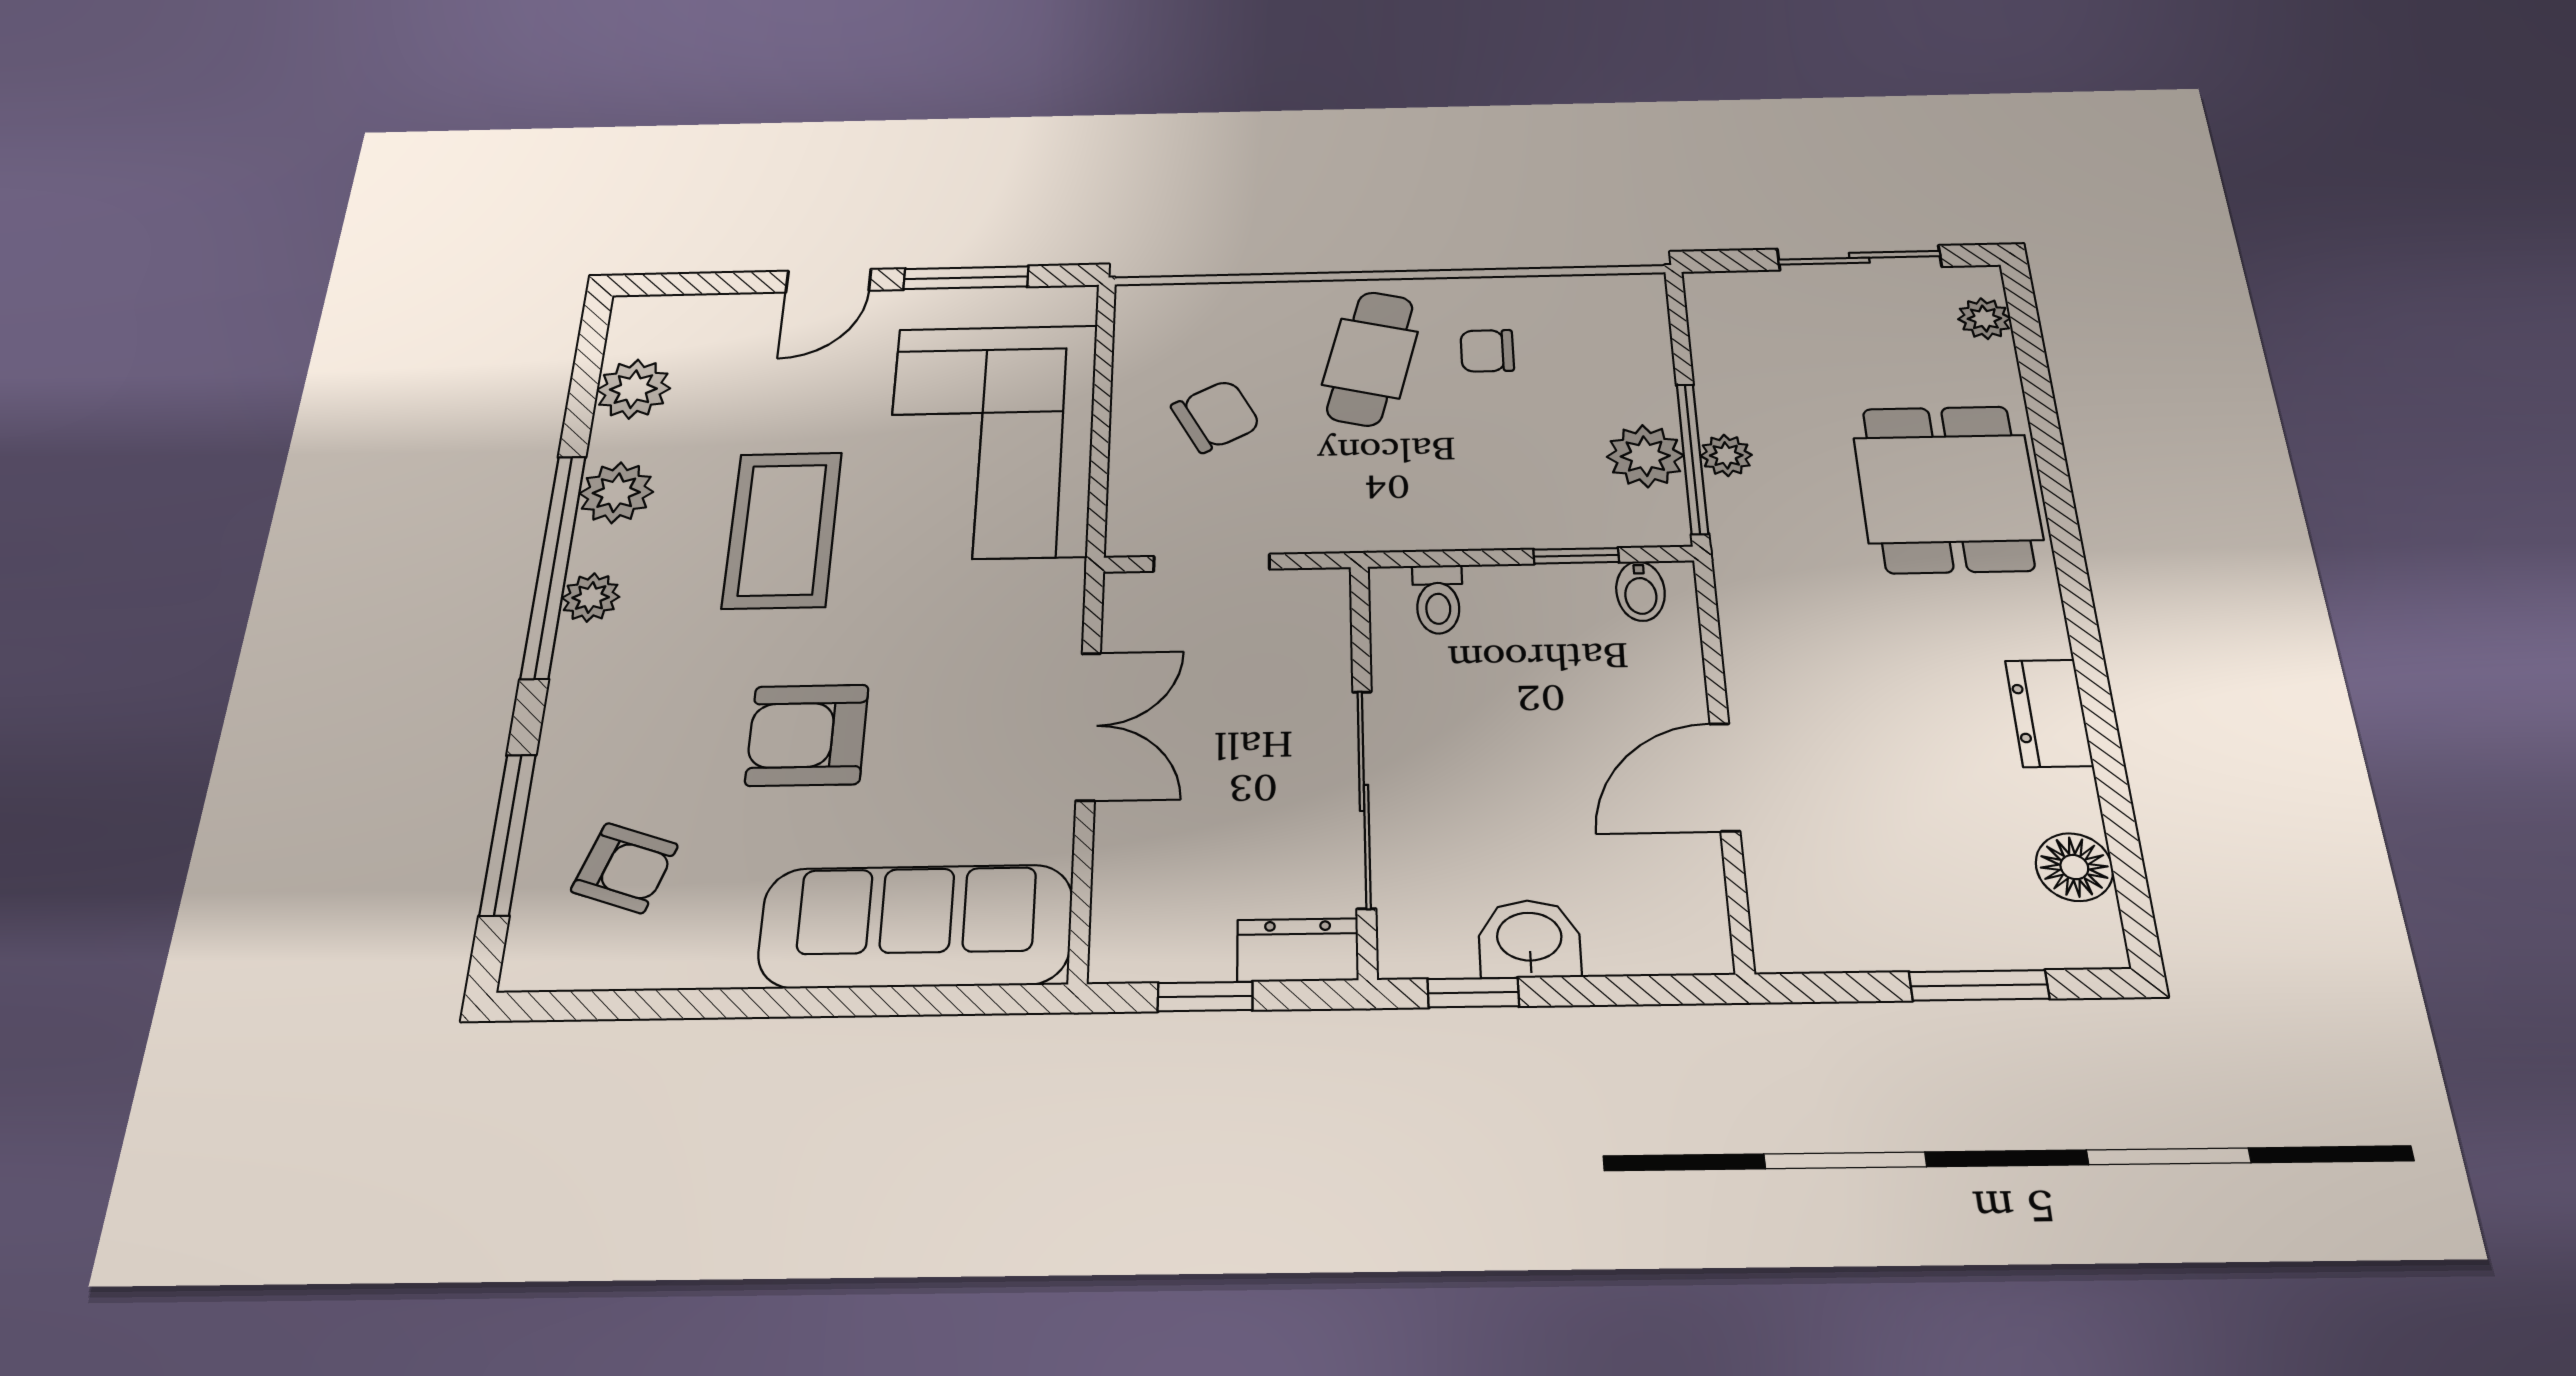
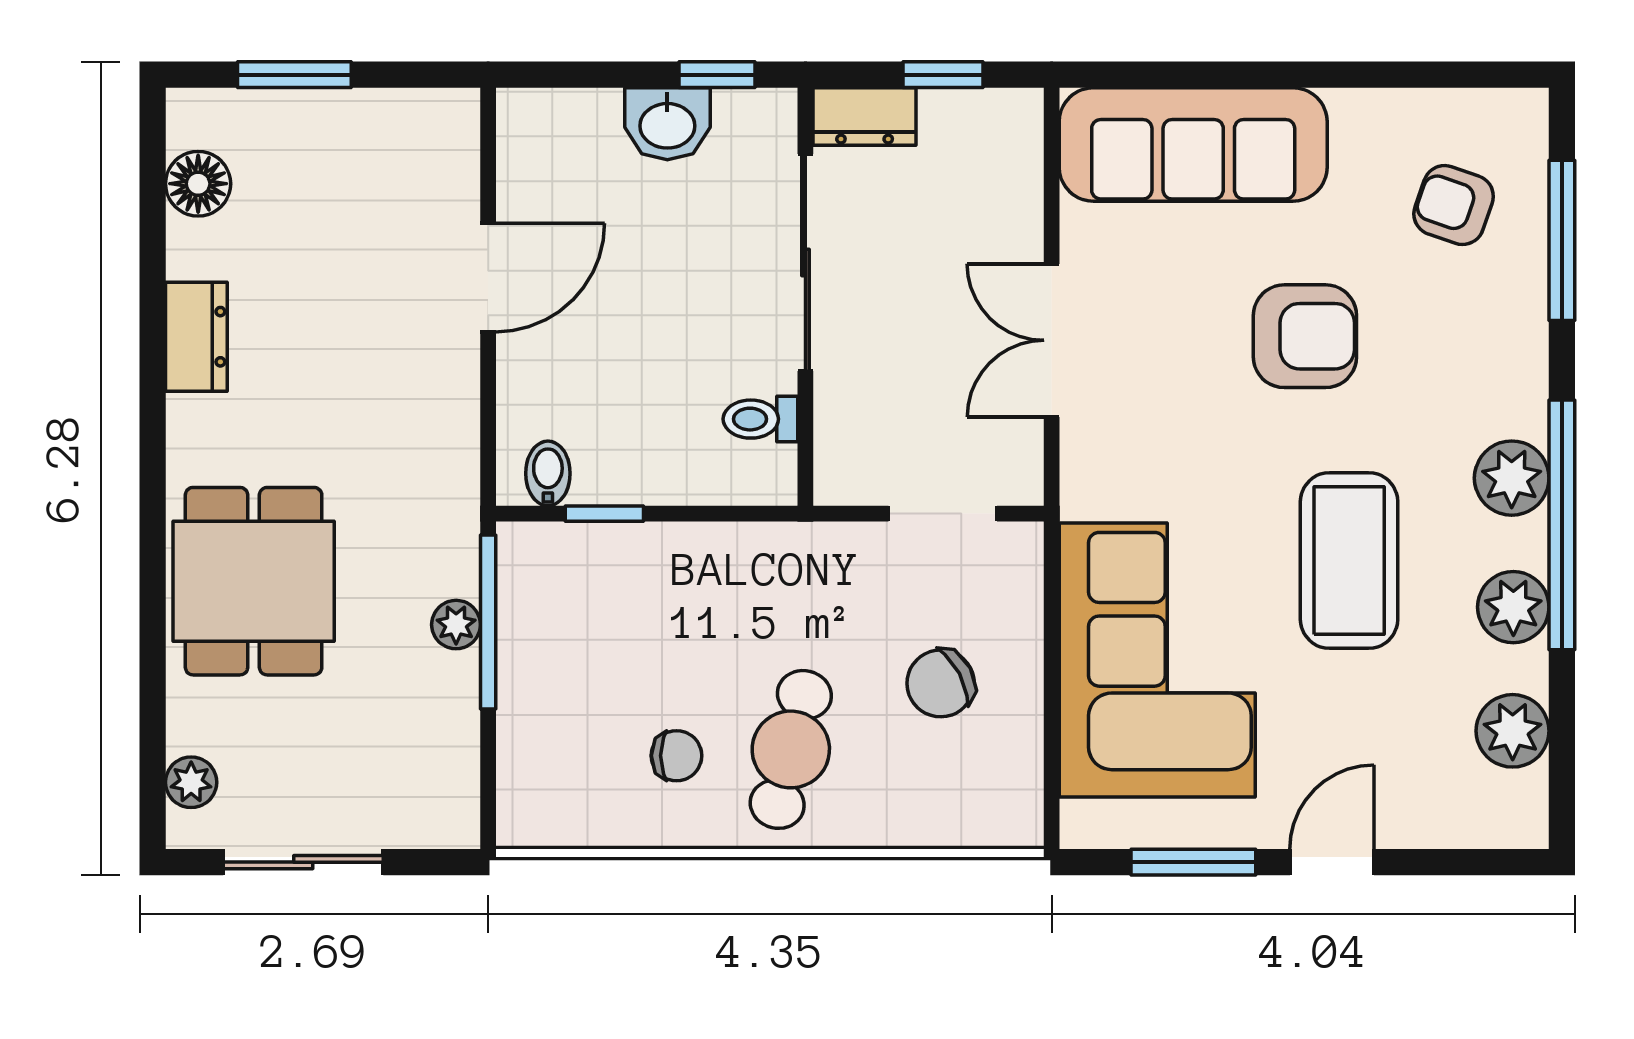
plant: (1645, 456) -> (532, 626), removed
plant: (591, 597) -> (1512, 478), width x1.38, depth x1.38
toilet: (1438, 599) -> (760, 419), moved, turned -90

